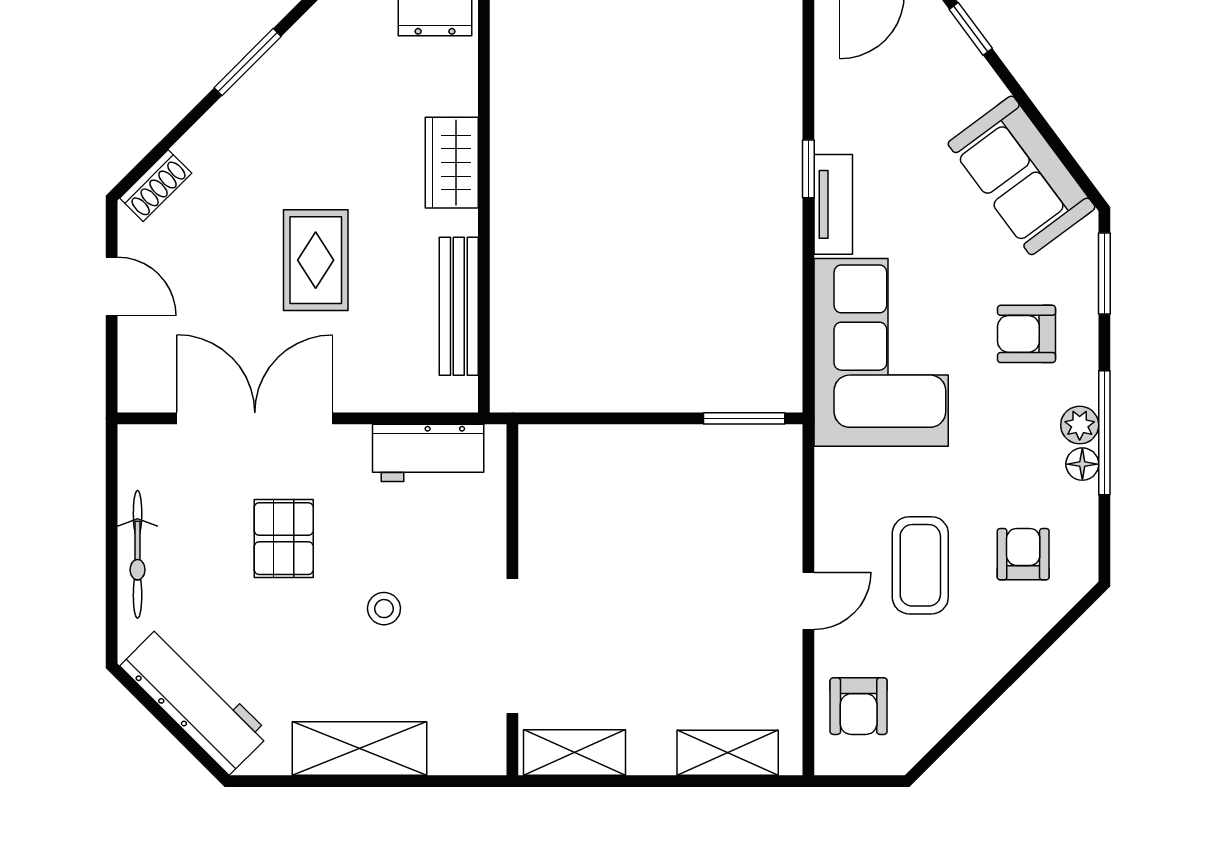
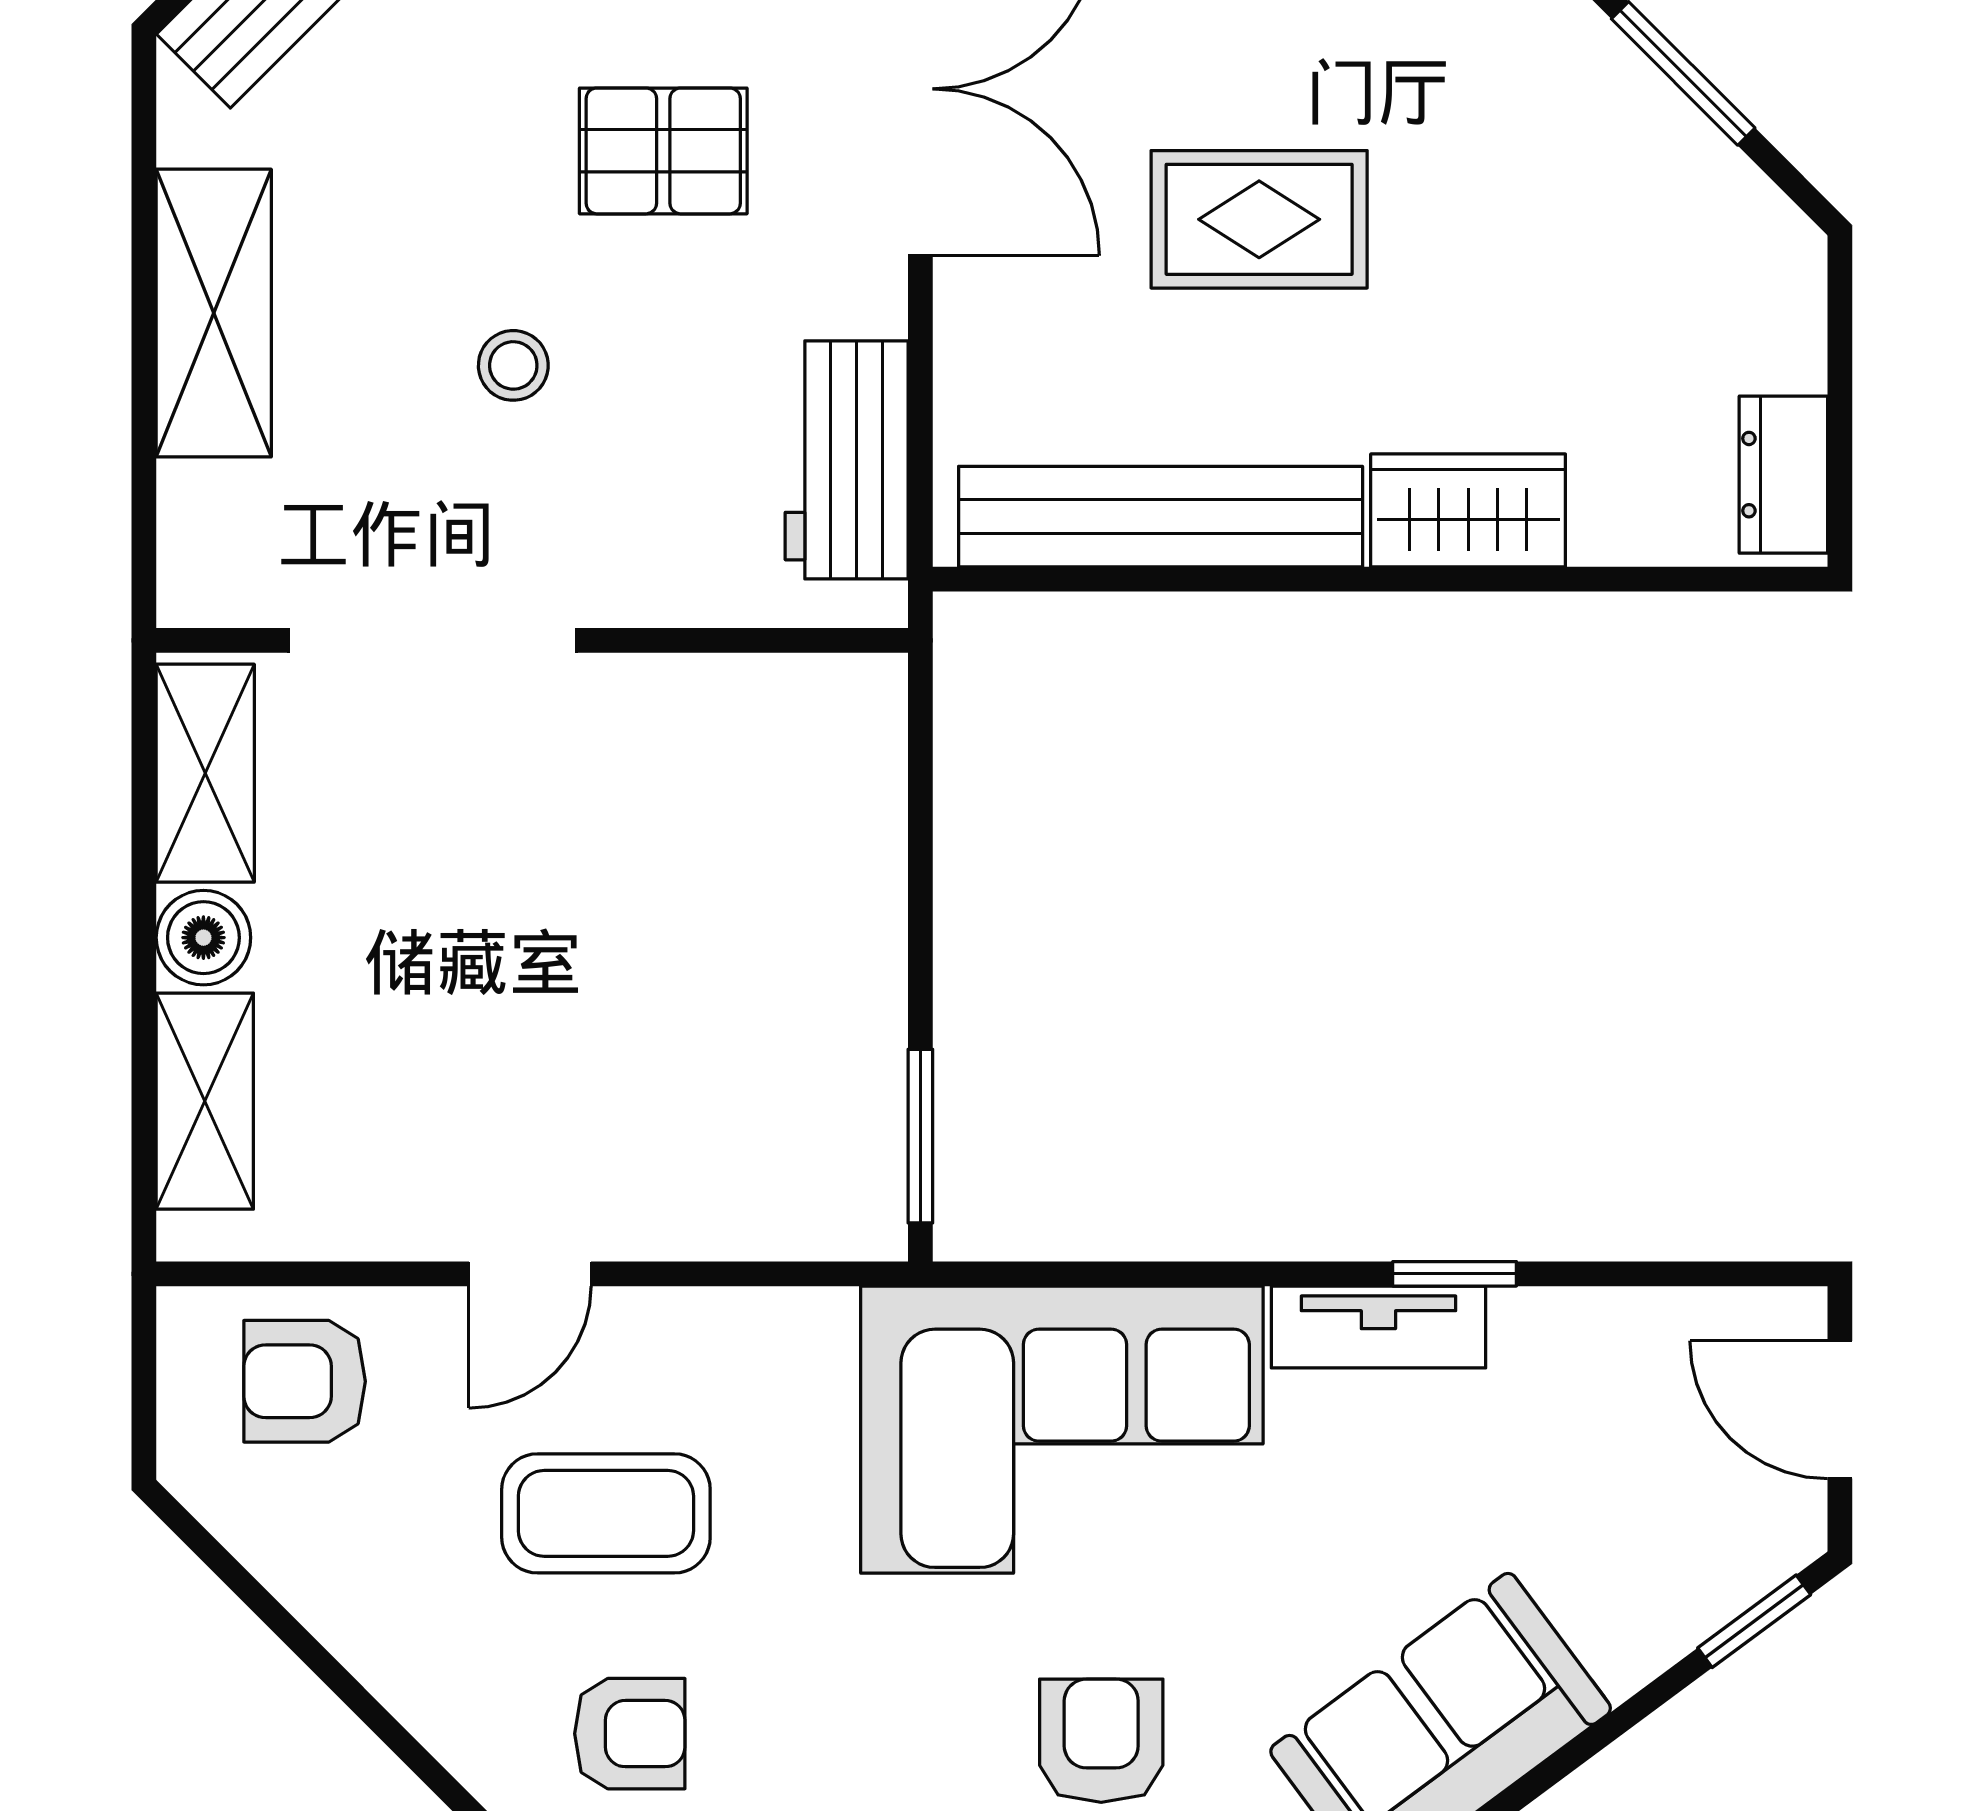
bench: (459, 306) -> (1161, 517), width x1.37, depth x1.21
door: (808, 601) -> (530, 1274), hinge flipped
boiler: (651, 753) -> (203, 938), added

